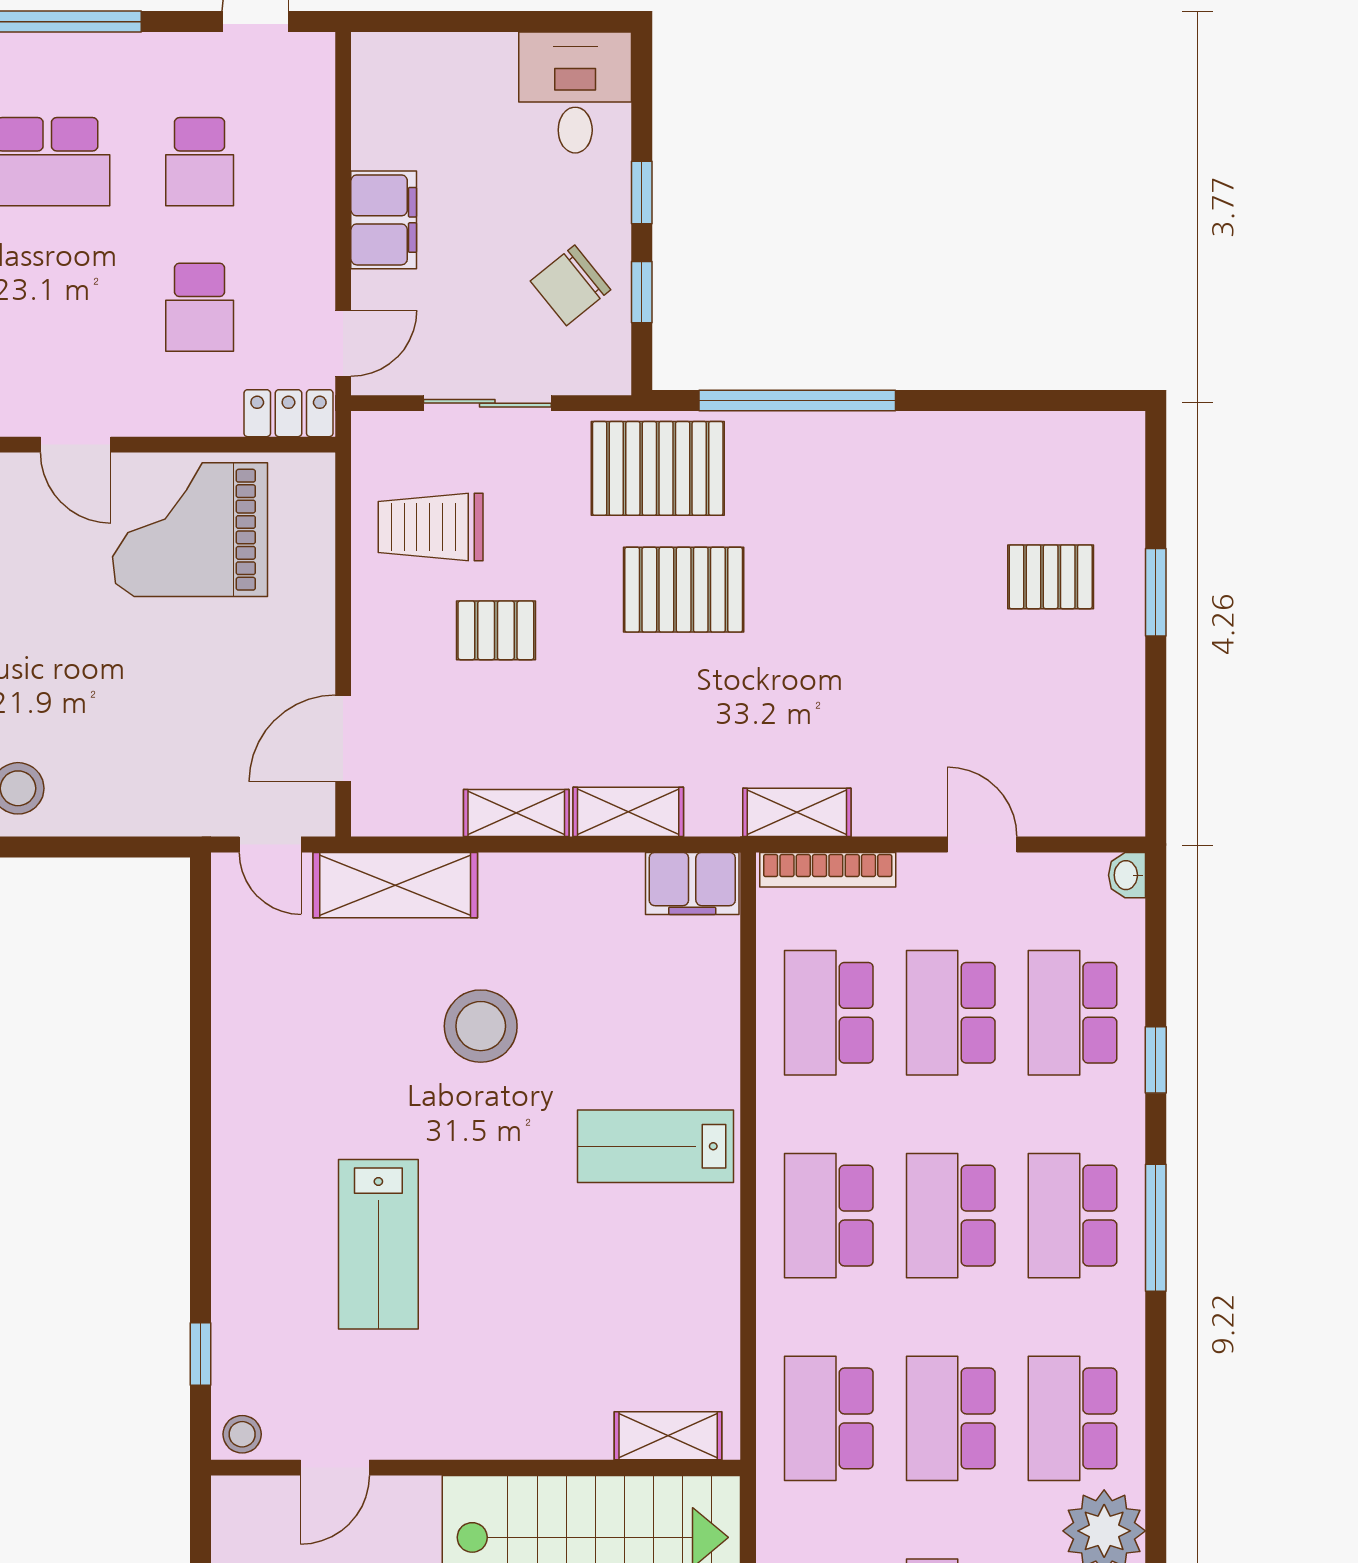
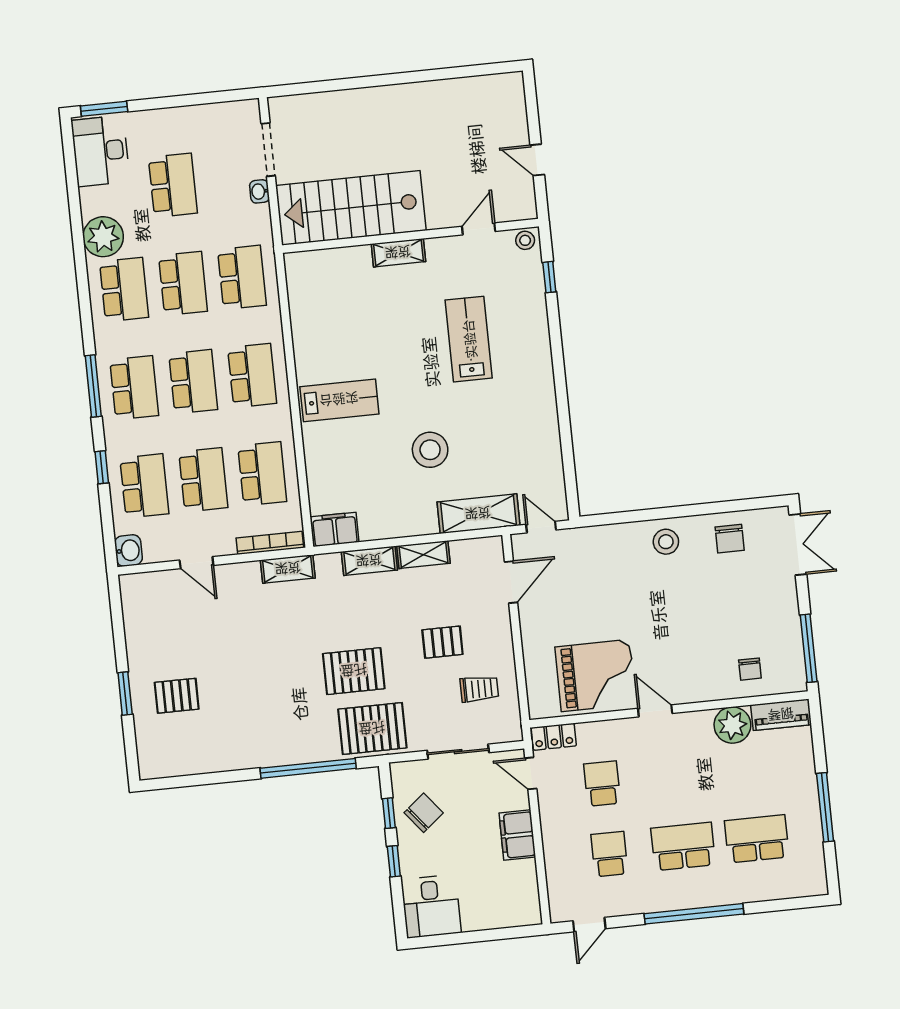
door: (343, 343) -> (531, 773), hinge flipped
trolley: (431, 527) -> (479, 689), width x0.73, depth x0.72
washbasin: (1127, 875) -> (128, 551), width x1.38, depth x1.45
shelving: (668, 1436) -> (398, 253), moved

